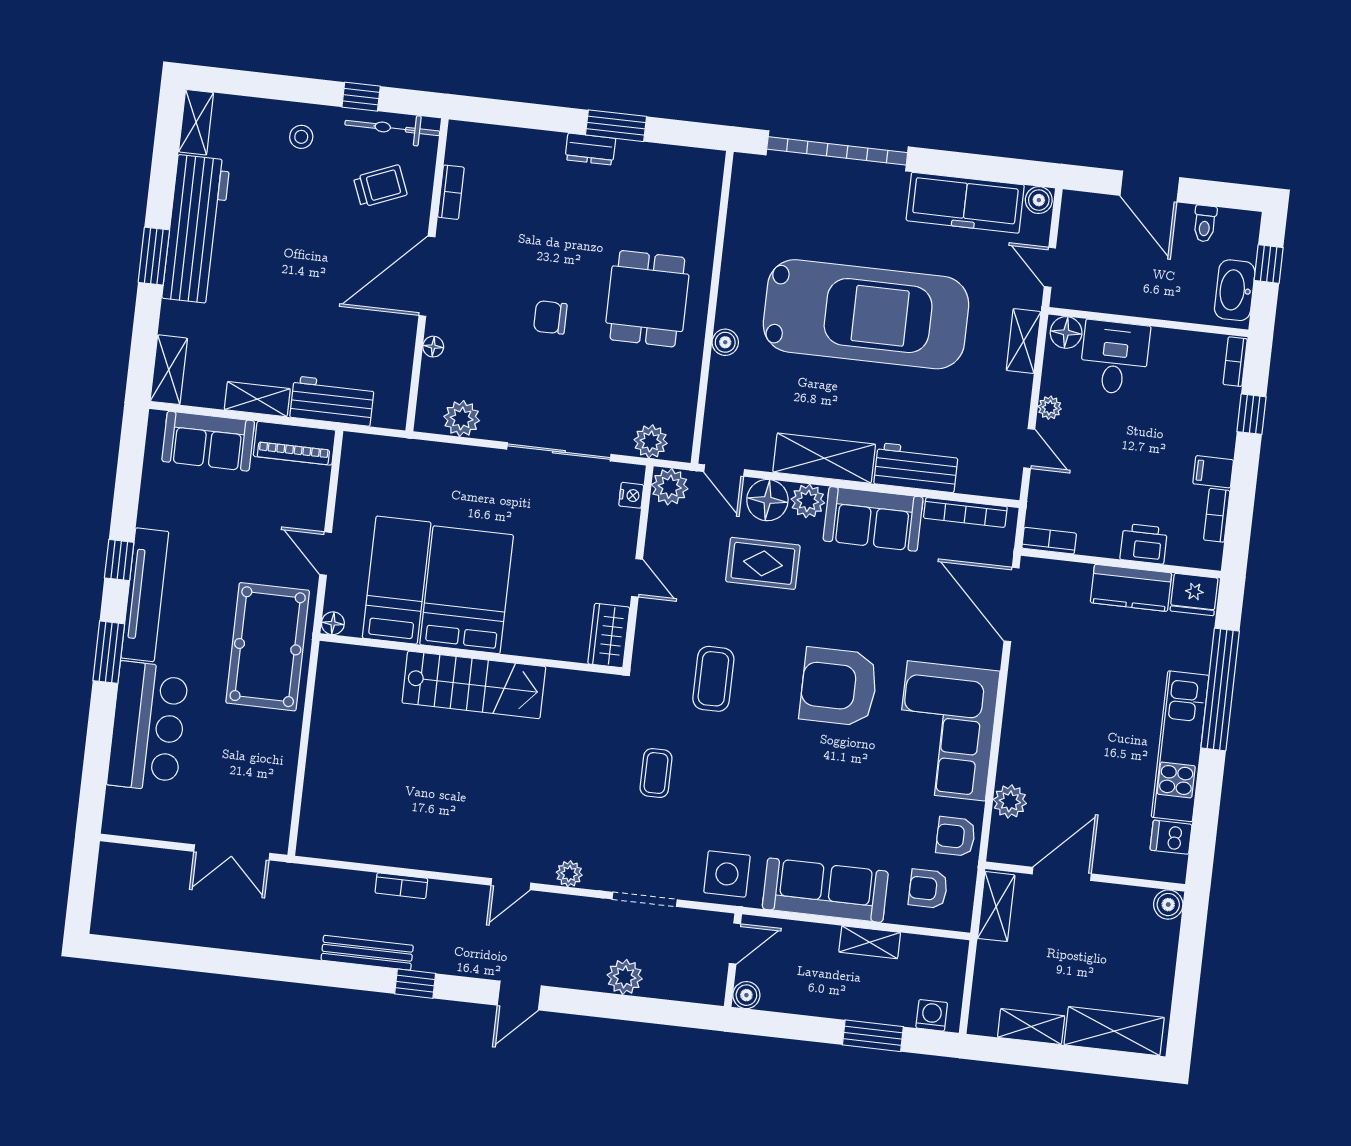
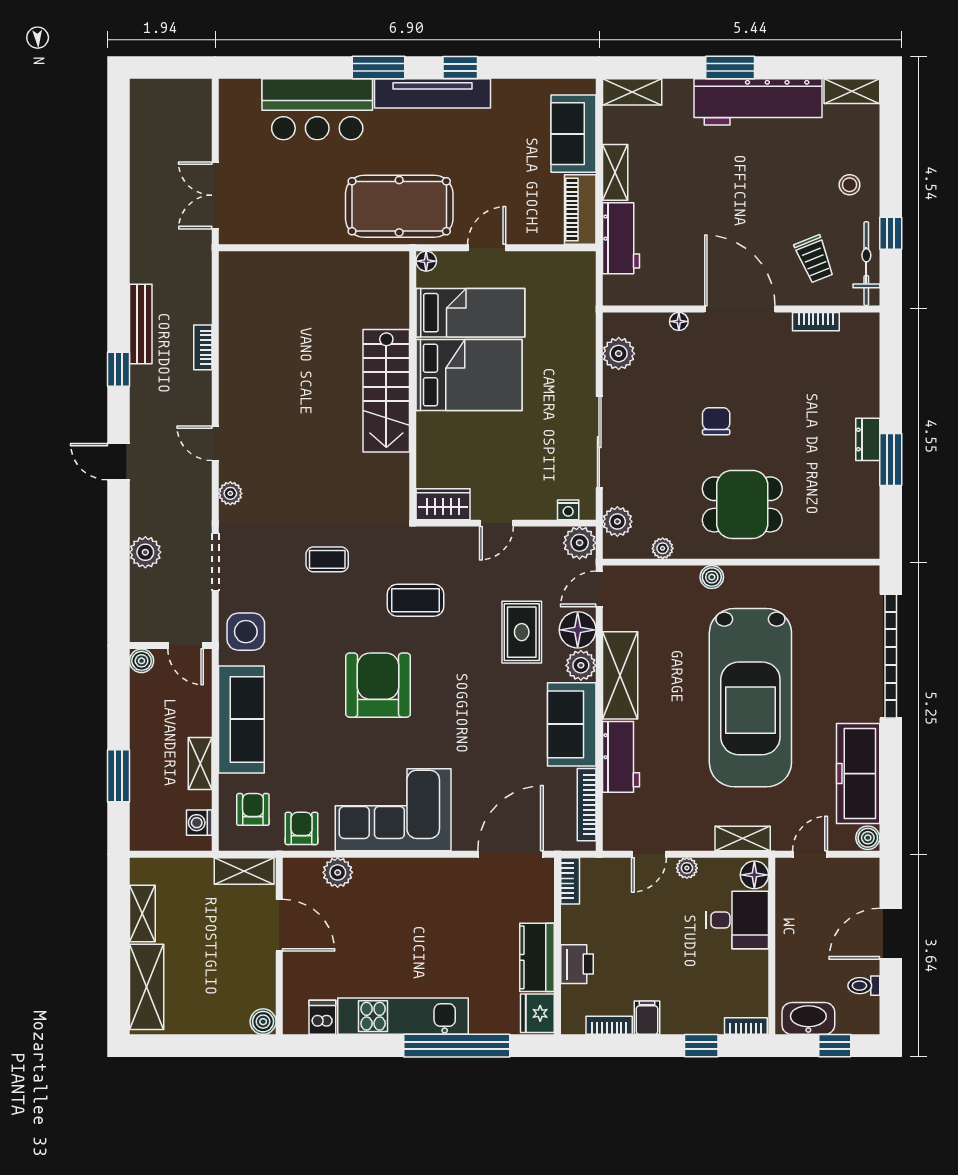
plant: (687, 394) -> (663, 548), added
armchair: (839, 687) -> (378, 685), moved
washing machine: (932, 1015) -> (199, 823), moved, turned 180

